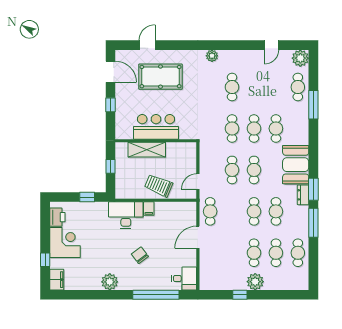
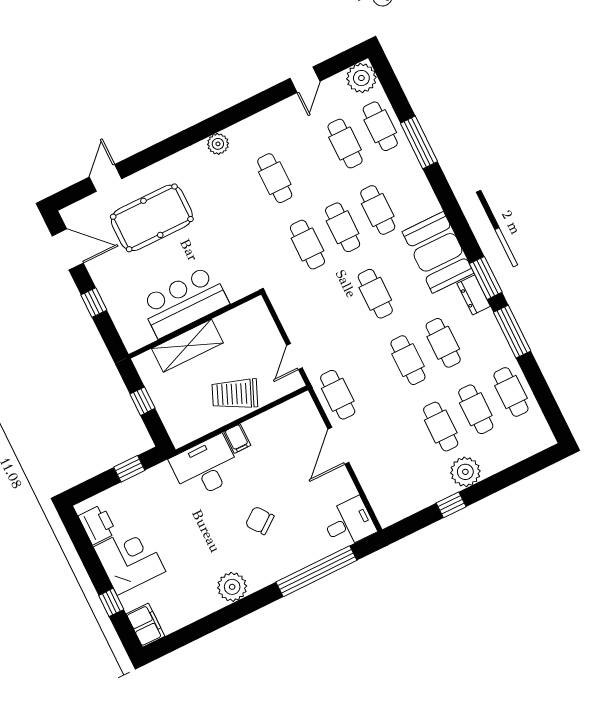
cafe table: (232, 170) -> (345, 144), moved

